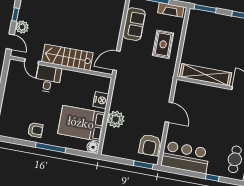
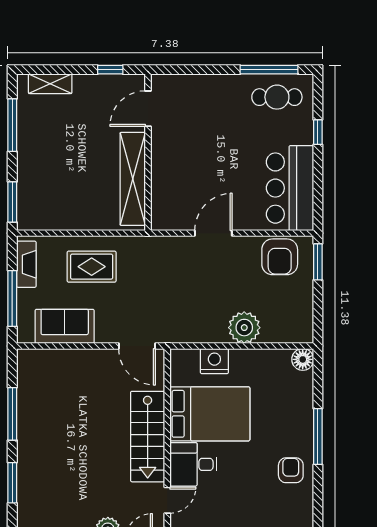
bed: (81, 123) -> (210, 414), moved, turned -90
armchair: (150, 145) -> (280, 257), turned 90

